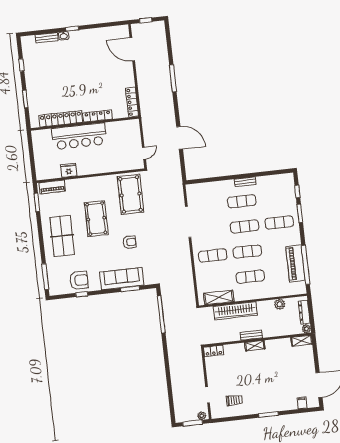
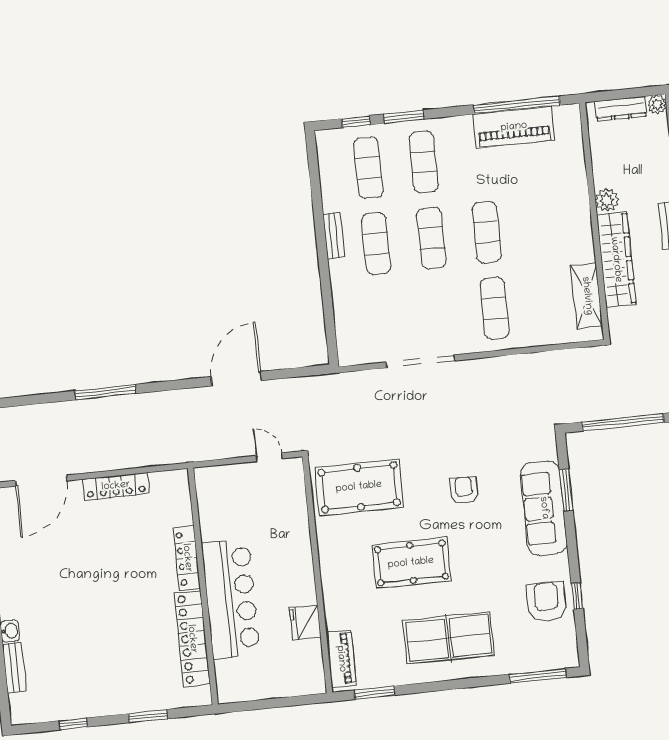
locker: (132, 102) -> (116, 486), moved
exercise mat: (250, 277) -> (368, 168), moved
plant: (280, 304) -> (607, 200), moved

